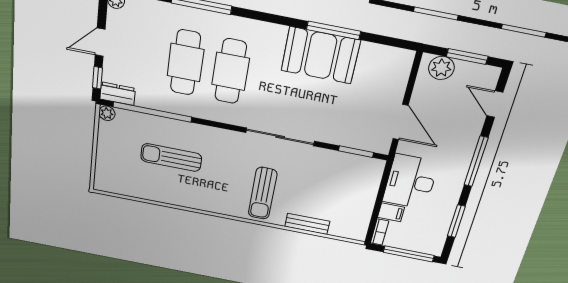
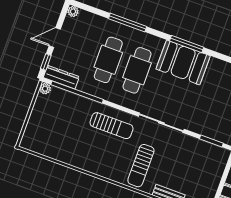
window: (334, 30) -> (187, 44), moved
booth: (321, 55) -> (183, 62), moved
dresser: (118, 94) -> (61, 77), width x1.44
sun lounger: (171, 158) -> (111, 126), moved, turned 180

